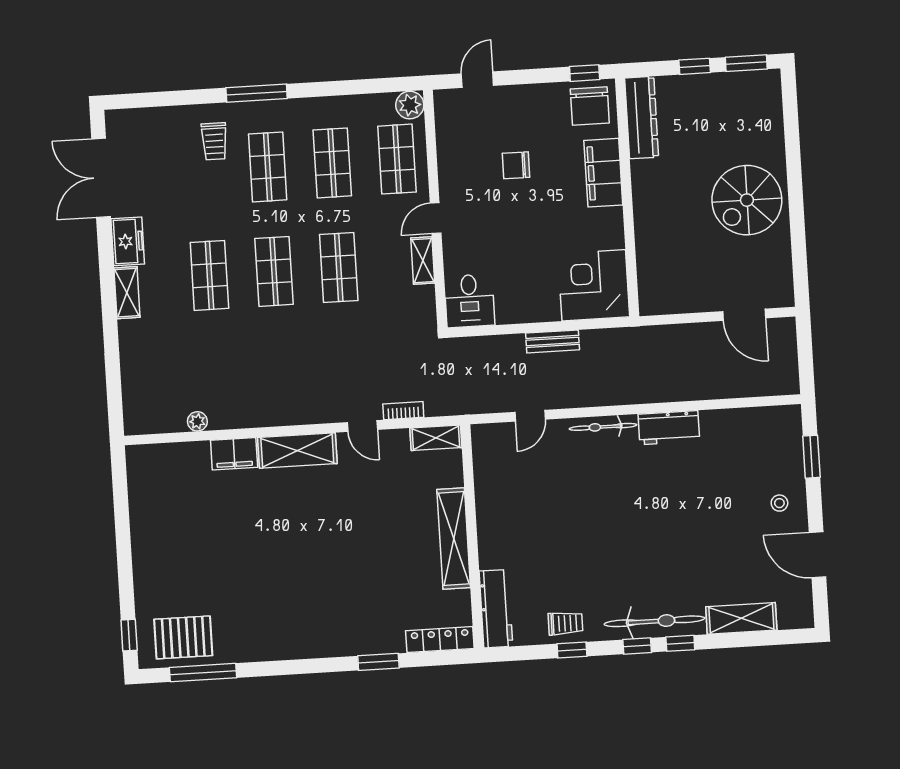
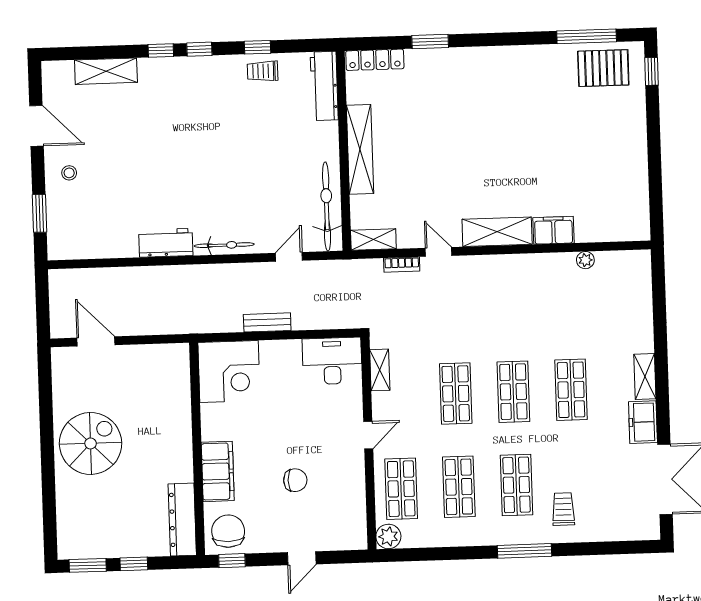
door: (477, 80) -> (302, 558), moved
shelving: (423, 261) -> (380, 370), moved
desk: (469, 301) -> (332, 361), width x1.37
bicycle: (654, 621) -> (327, 206), moved, turned 90

